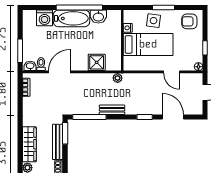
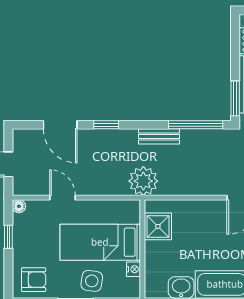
shower: (97, 62) -> (158, 226), moved
plant: (118, 78) -> (143, 181), width x1.88, depth x1.88

